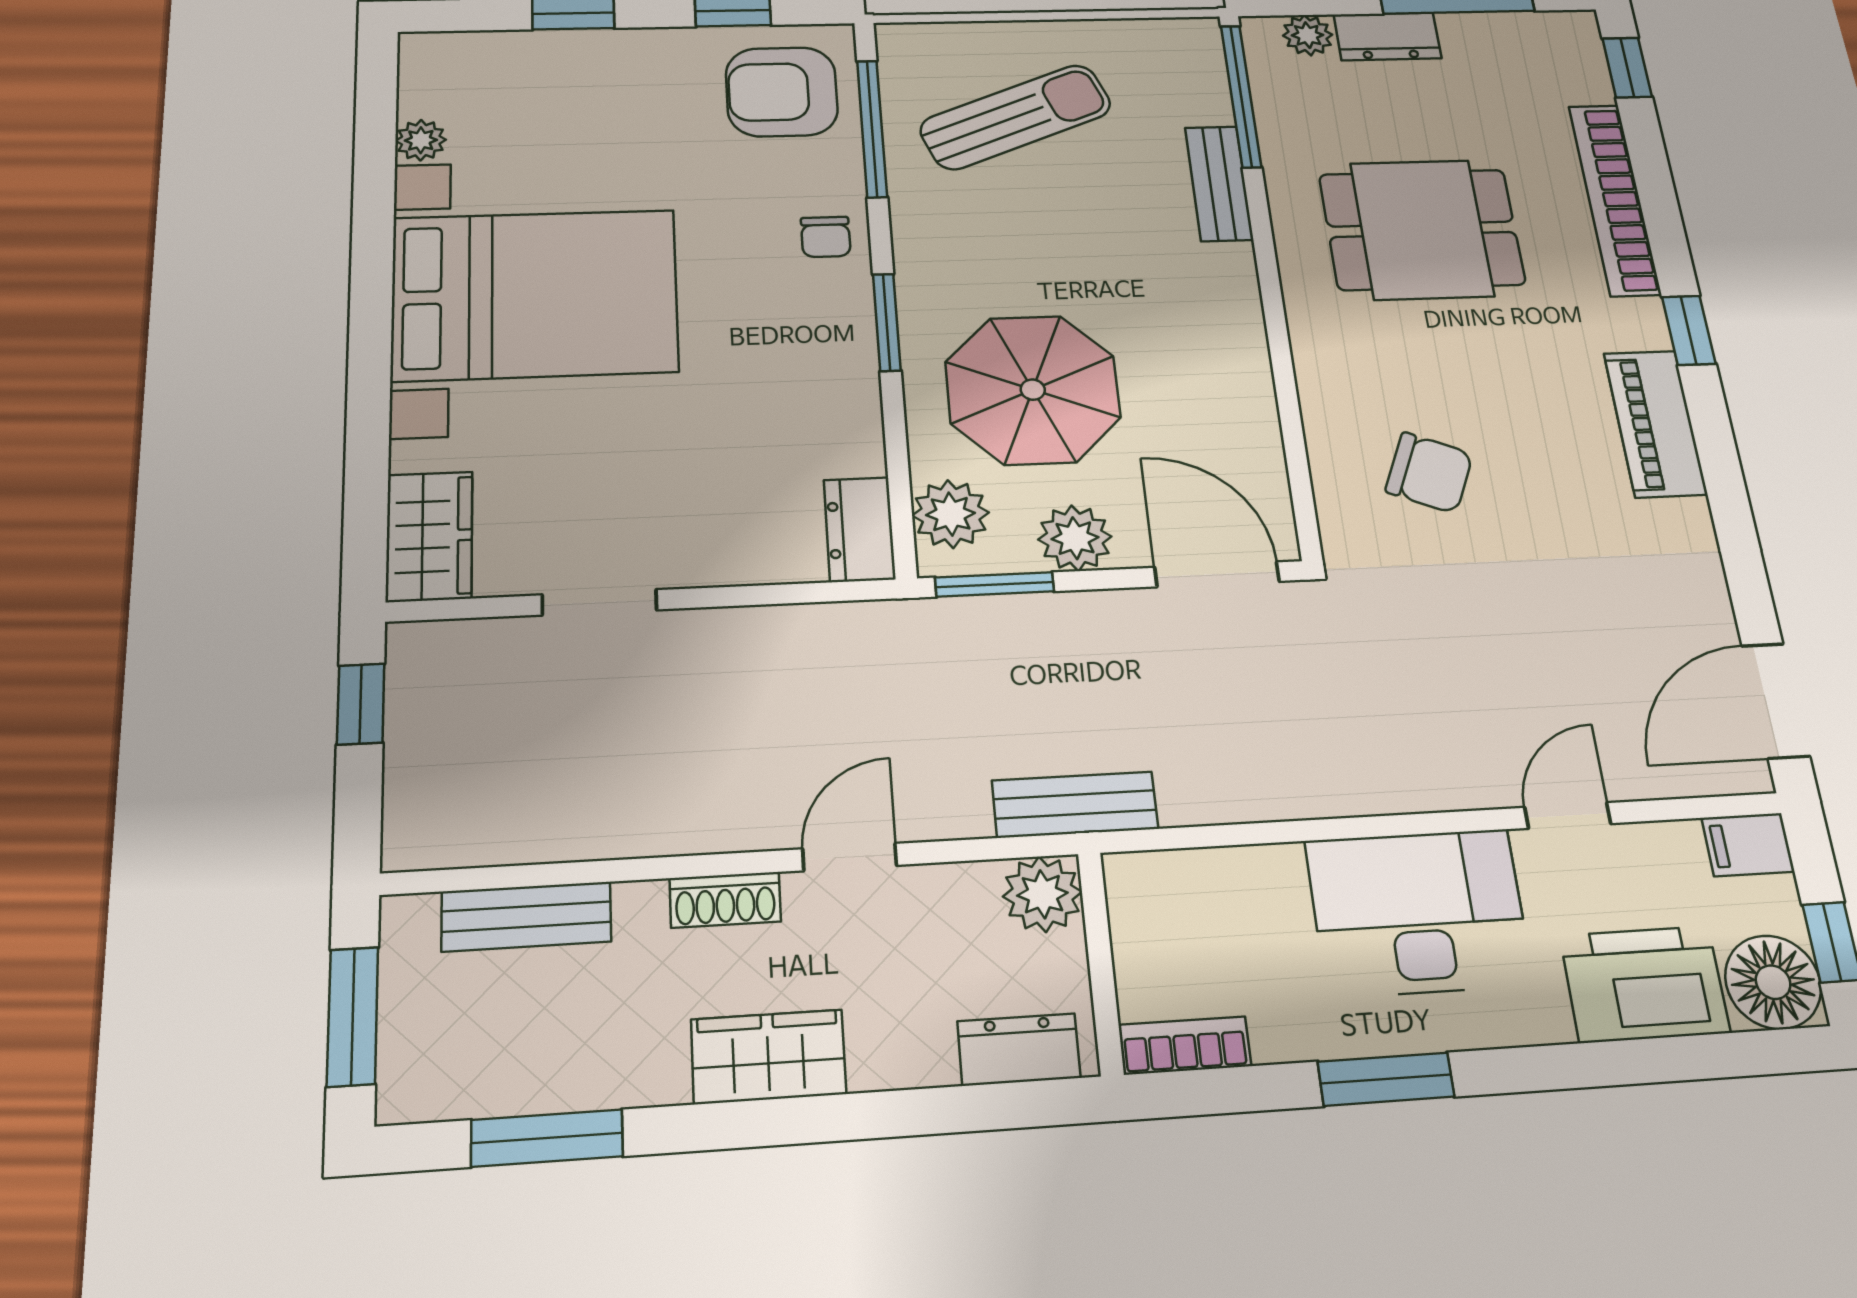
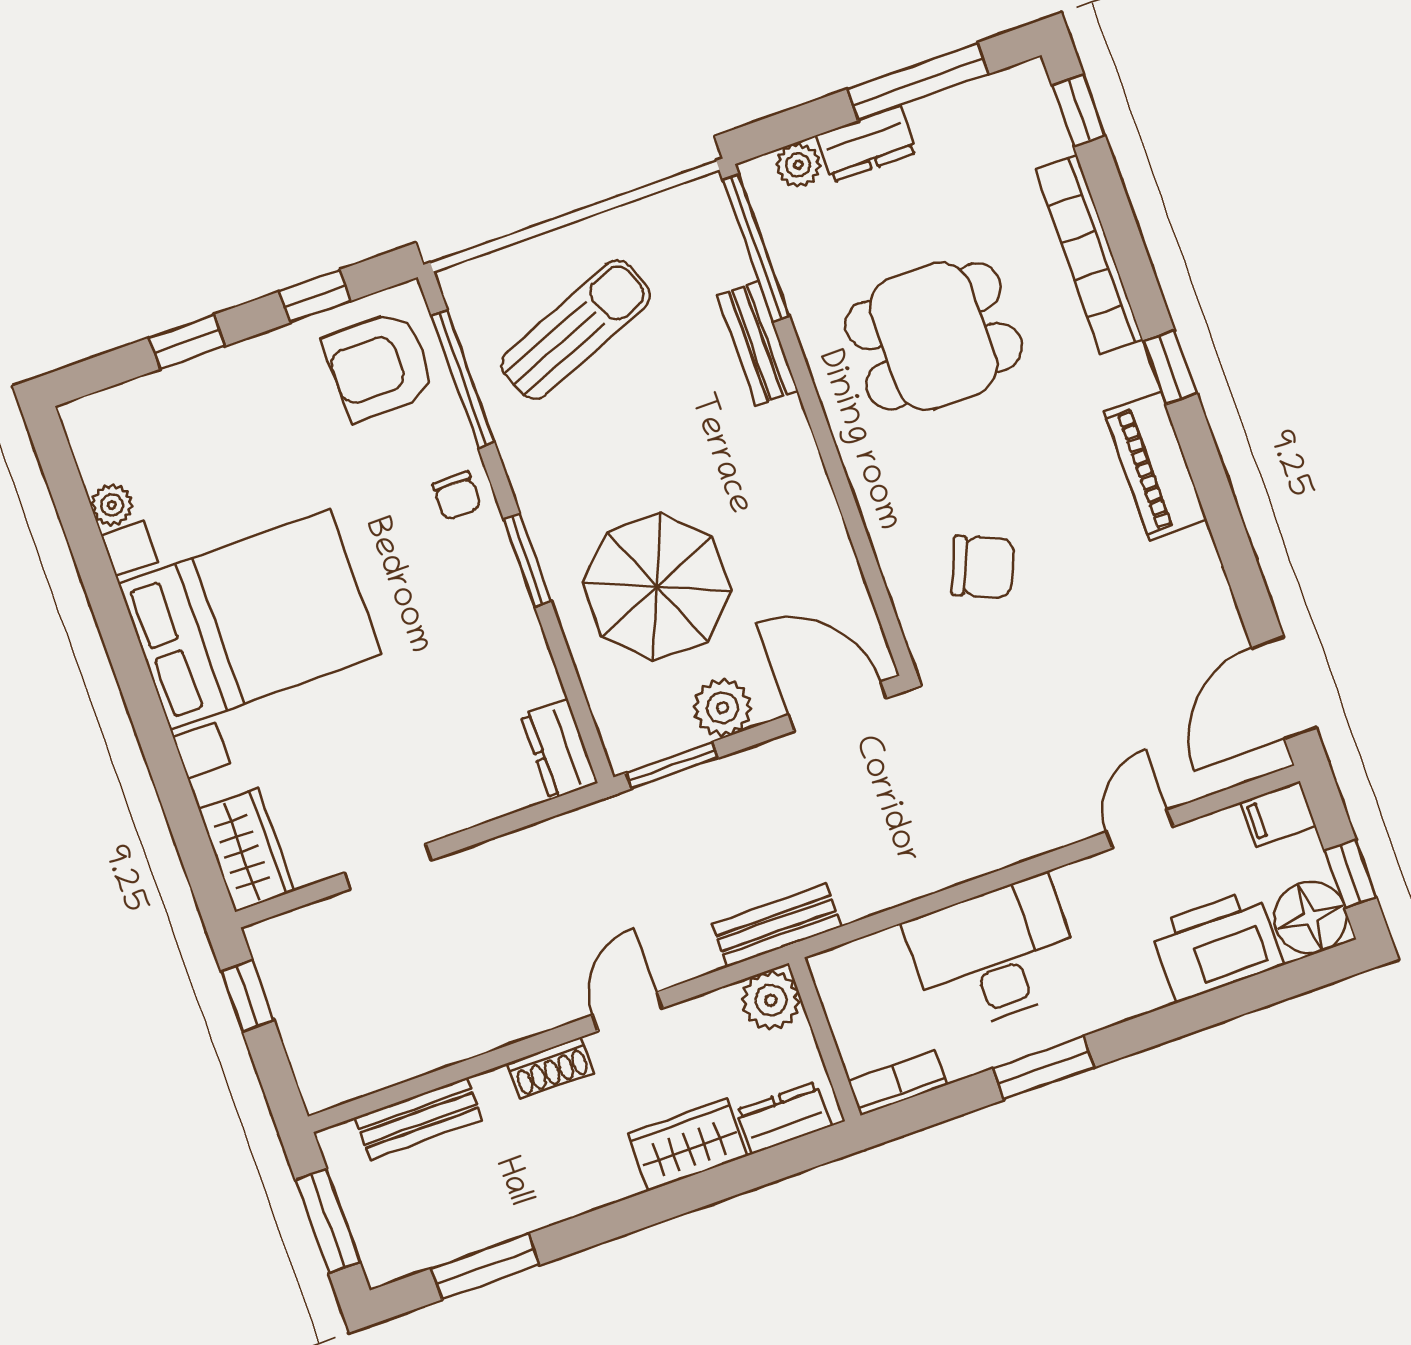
plant: (951, 514) -> (623, 715), removed
desk: (1419, 912) -> (994, 955), moved
wardrobe: (768, 1057) -> (688, 1145), moved

